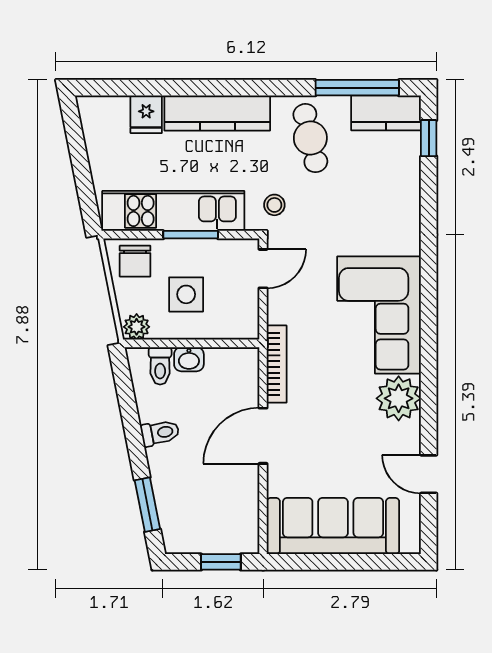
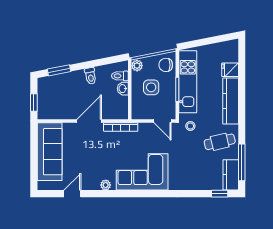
plant: (399, 398) -> (106, 185), width x0.53, depth x0.53
door: (263, 436) -> (89, 121), hinge flipped

